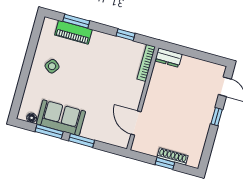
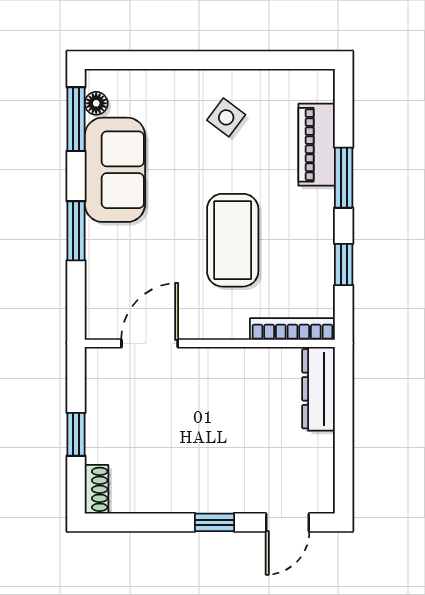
window: (76, 21) -> (344, 178), moved
dresser: (168, 58) -> (319, 389), width x1.44
coffee table: (103, 77) -> (233, 240), added
window: (49, 132) -> (76, 119), moved
shoe rack: (173, 157) -> (97, 489), moved, width x0.70

